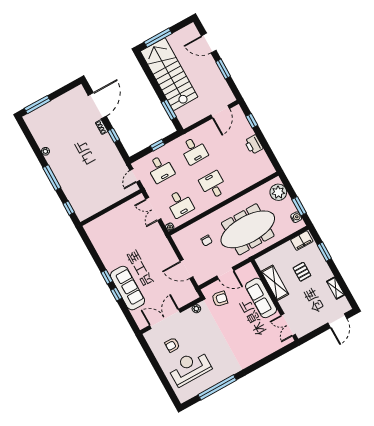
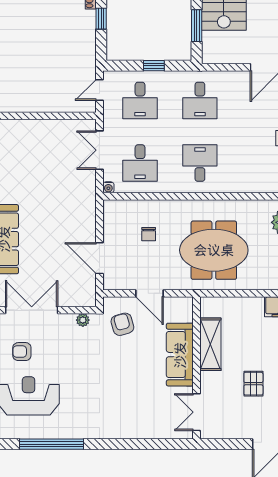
meeting table: (248, 229) -> (214, 250), width x0.73
pallet: (302, 272) -> (253, 384), moved
armchair: (220, 299) -> (122, 324), turned -118

